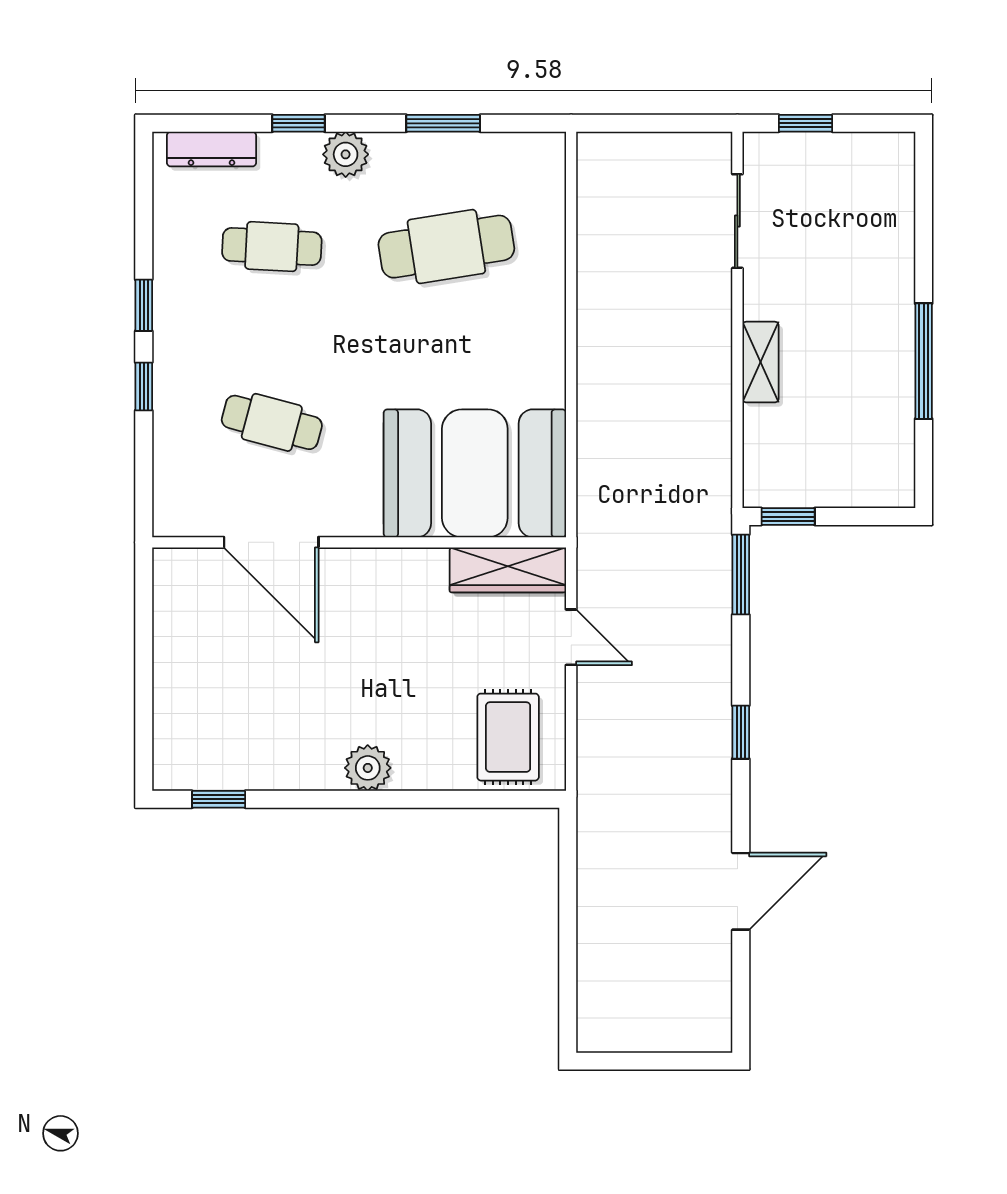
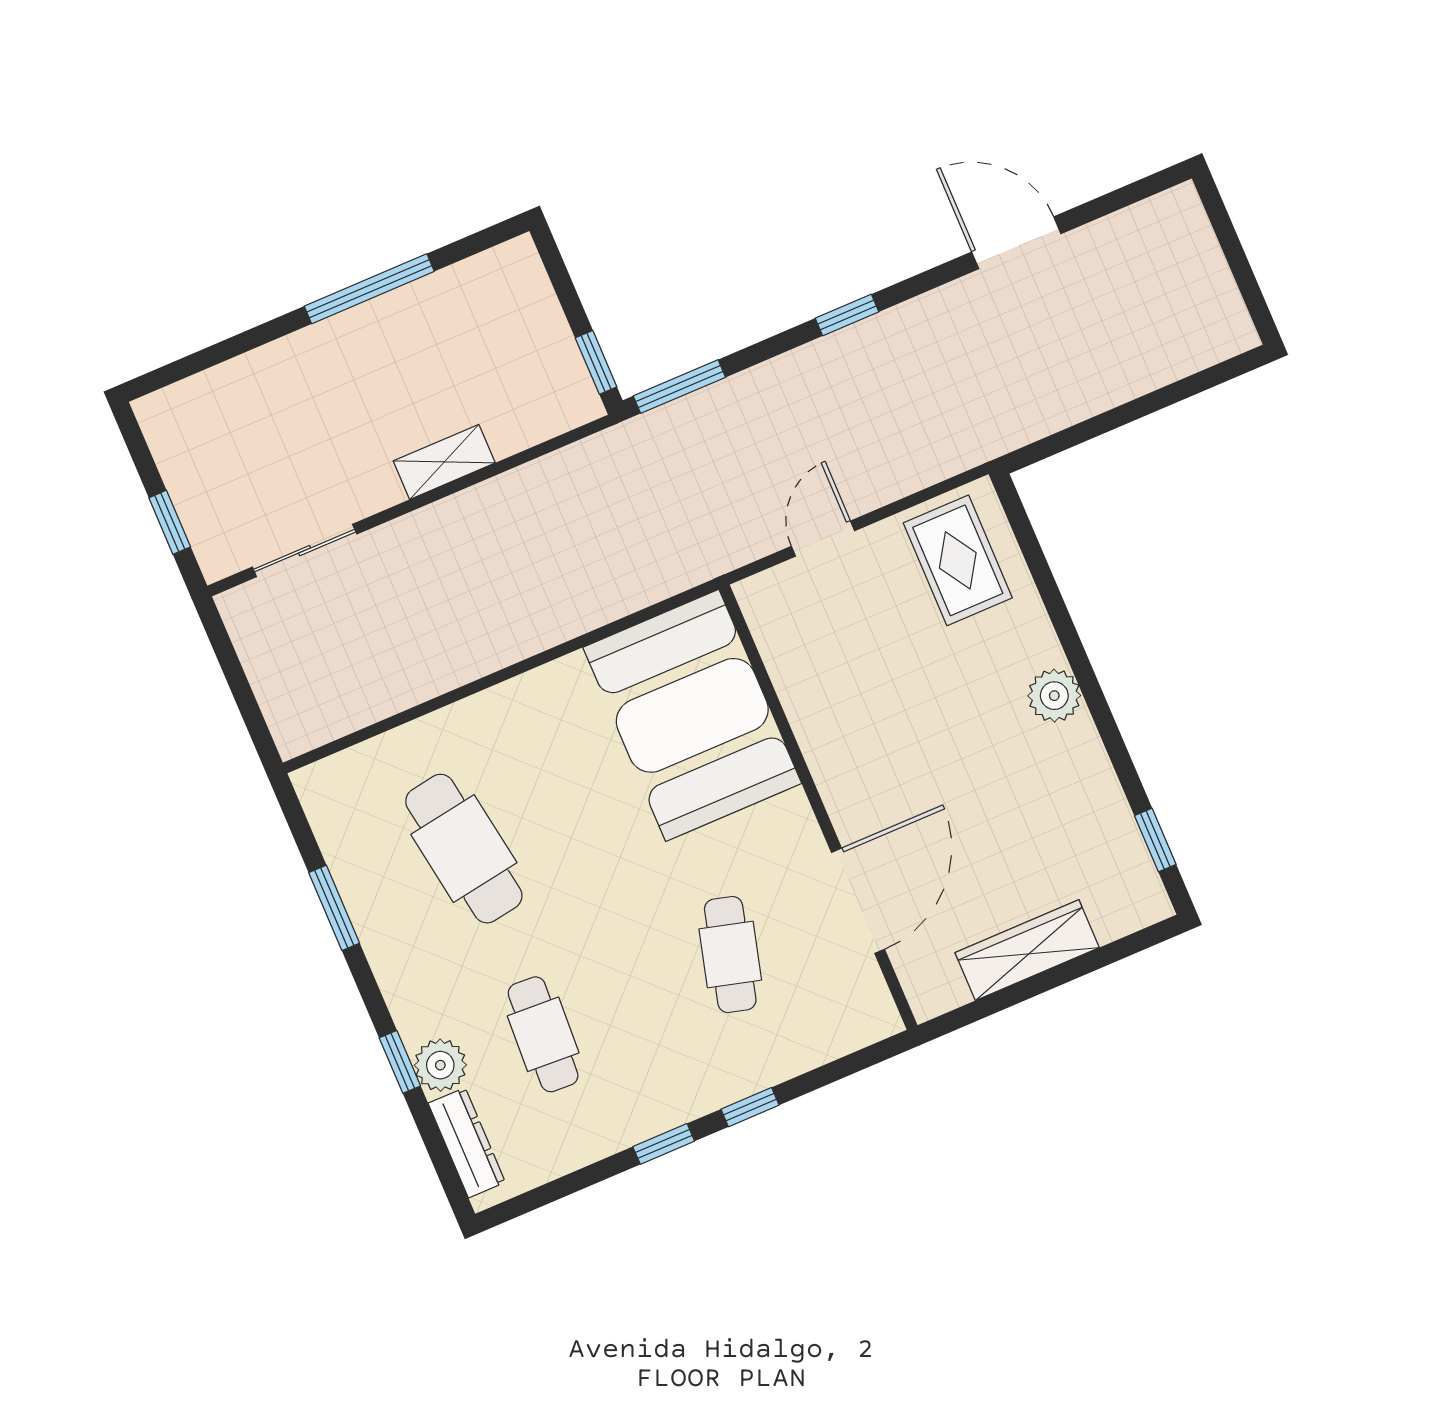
plant: (346, 154) -> (440, 1065), moved
wardrobe: (508, 570) -> (1027, 950), moved, turned -90
rug: (508, 737) -> (958, 560), turned 90

